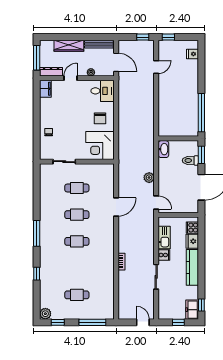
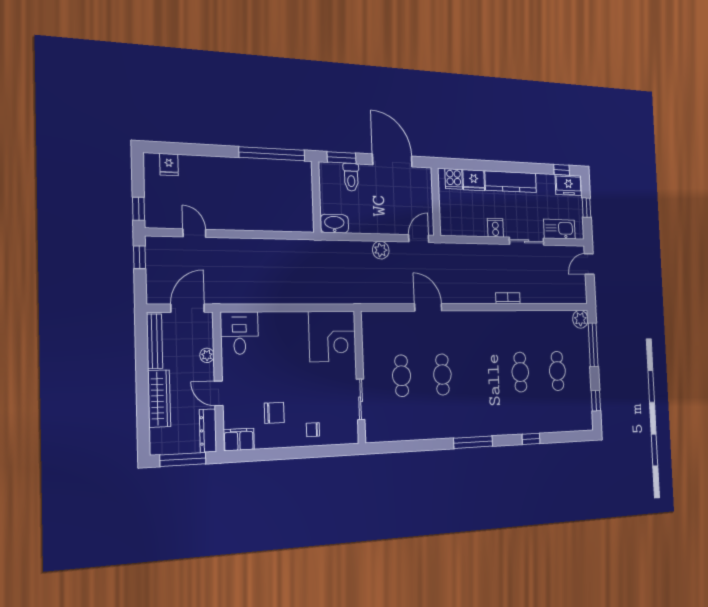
chair: (100, 118) -> (274, 413), moved
kitchen sink: (164, 237) -> (559, 229), moved
cafe table: (77, 241) -> (520, 372), moved
plant: (45, 314) -> (580, 319), moved

